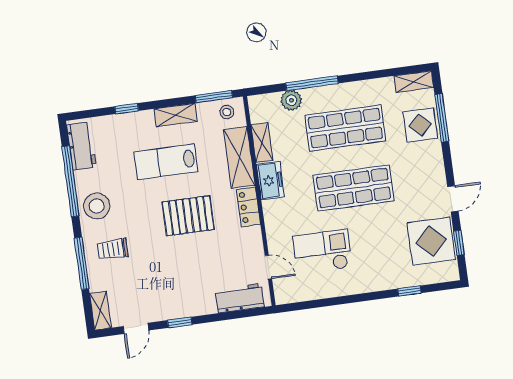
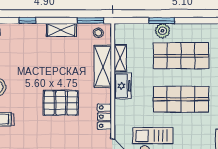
window: (312, 83) -> (162, 21), width x0.69
plant: (291, 100) -> (163, 31), moved
lab bench: (166, 162) -> (50, 62), removed
locker: (248, 207) -> (104, 117), moved

